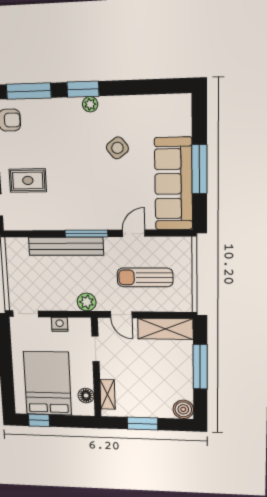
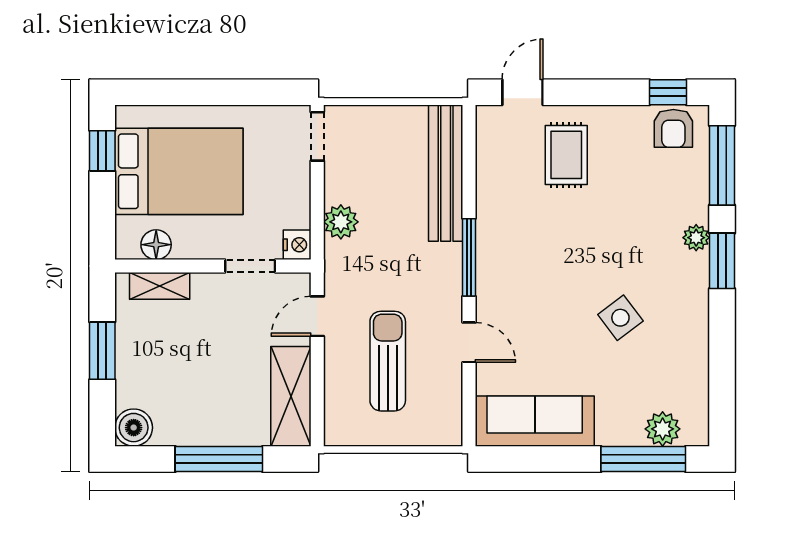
plant: (90, 104) -> (696, 238), moved
plant: (182, 122) -> (663, 429), added
window: (200, 169) -> (643, 459), moved
sofa: (174, 184) -> (535, 421), width x0.74, depth x0.79
bench: (66, 246) -> (446, 173), moved
plant: (87, 302) -> (341, 222), moved
nightstand: (60, 324) -> (297, 245), moved

